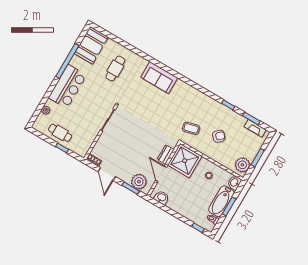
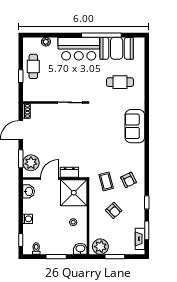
booth: (91, 45) -> (117, 48), moved
armchair: (201, 109) -> (129, 180), added
bathtub: (221, 201) -> (57, 247), removed
washing machine: (184, 212) -> (28, 219), added

